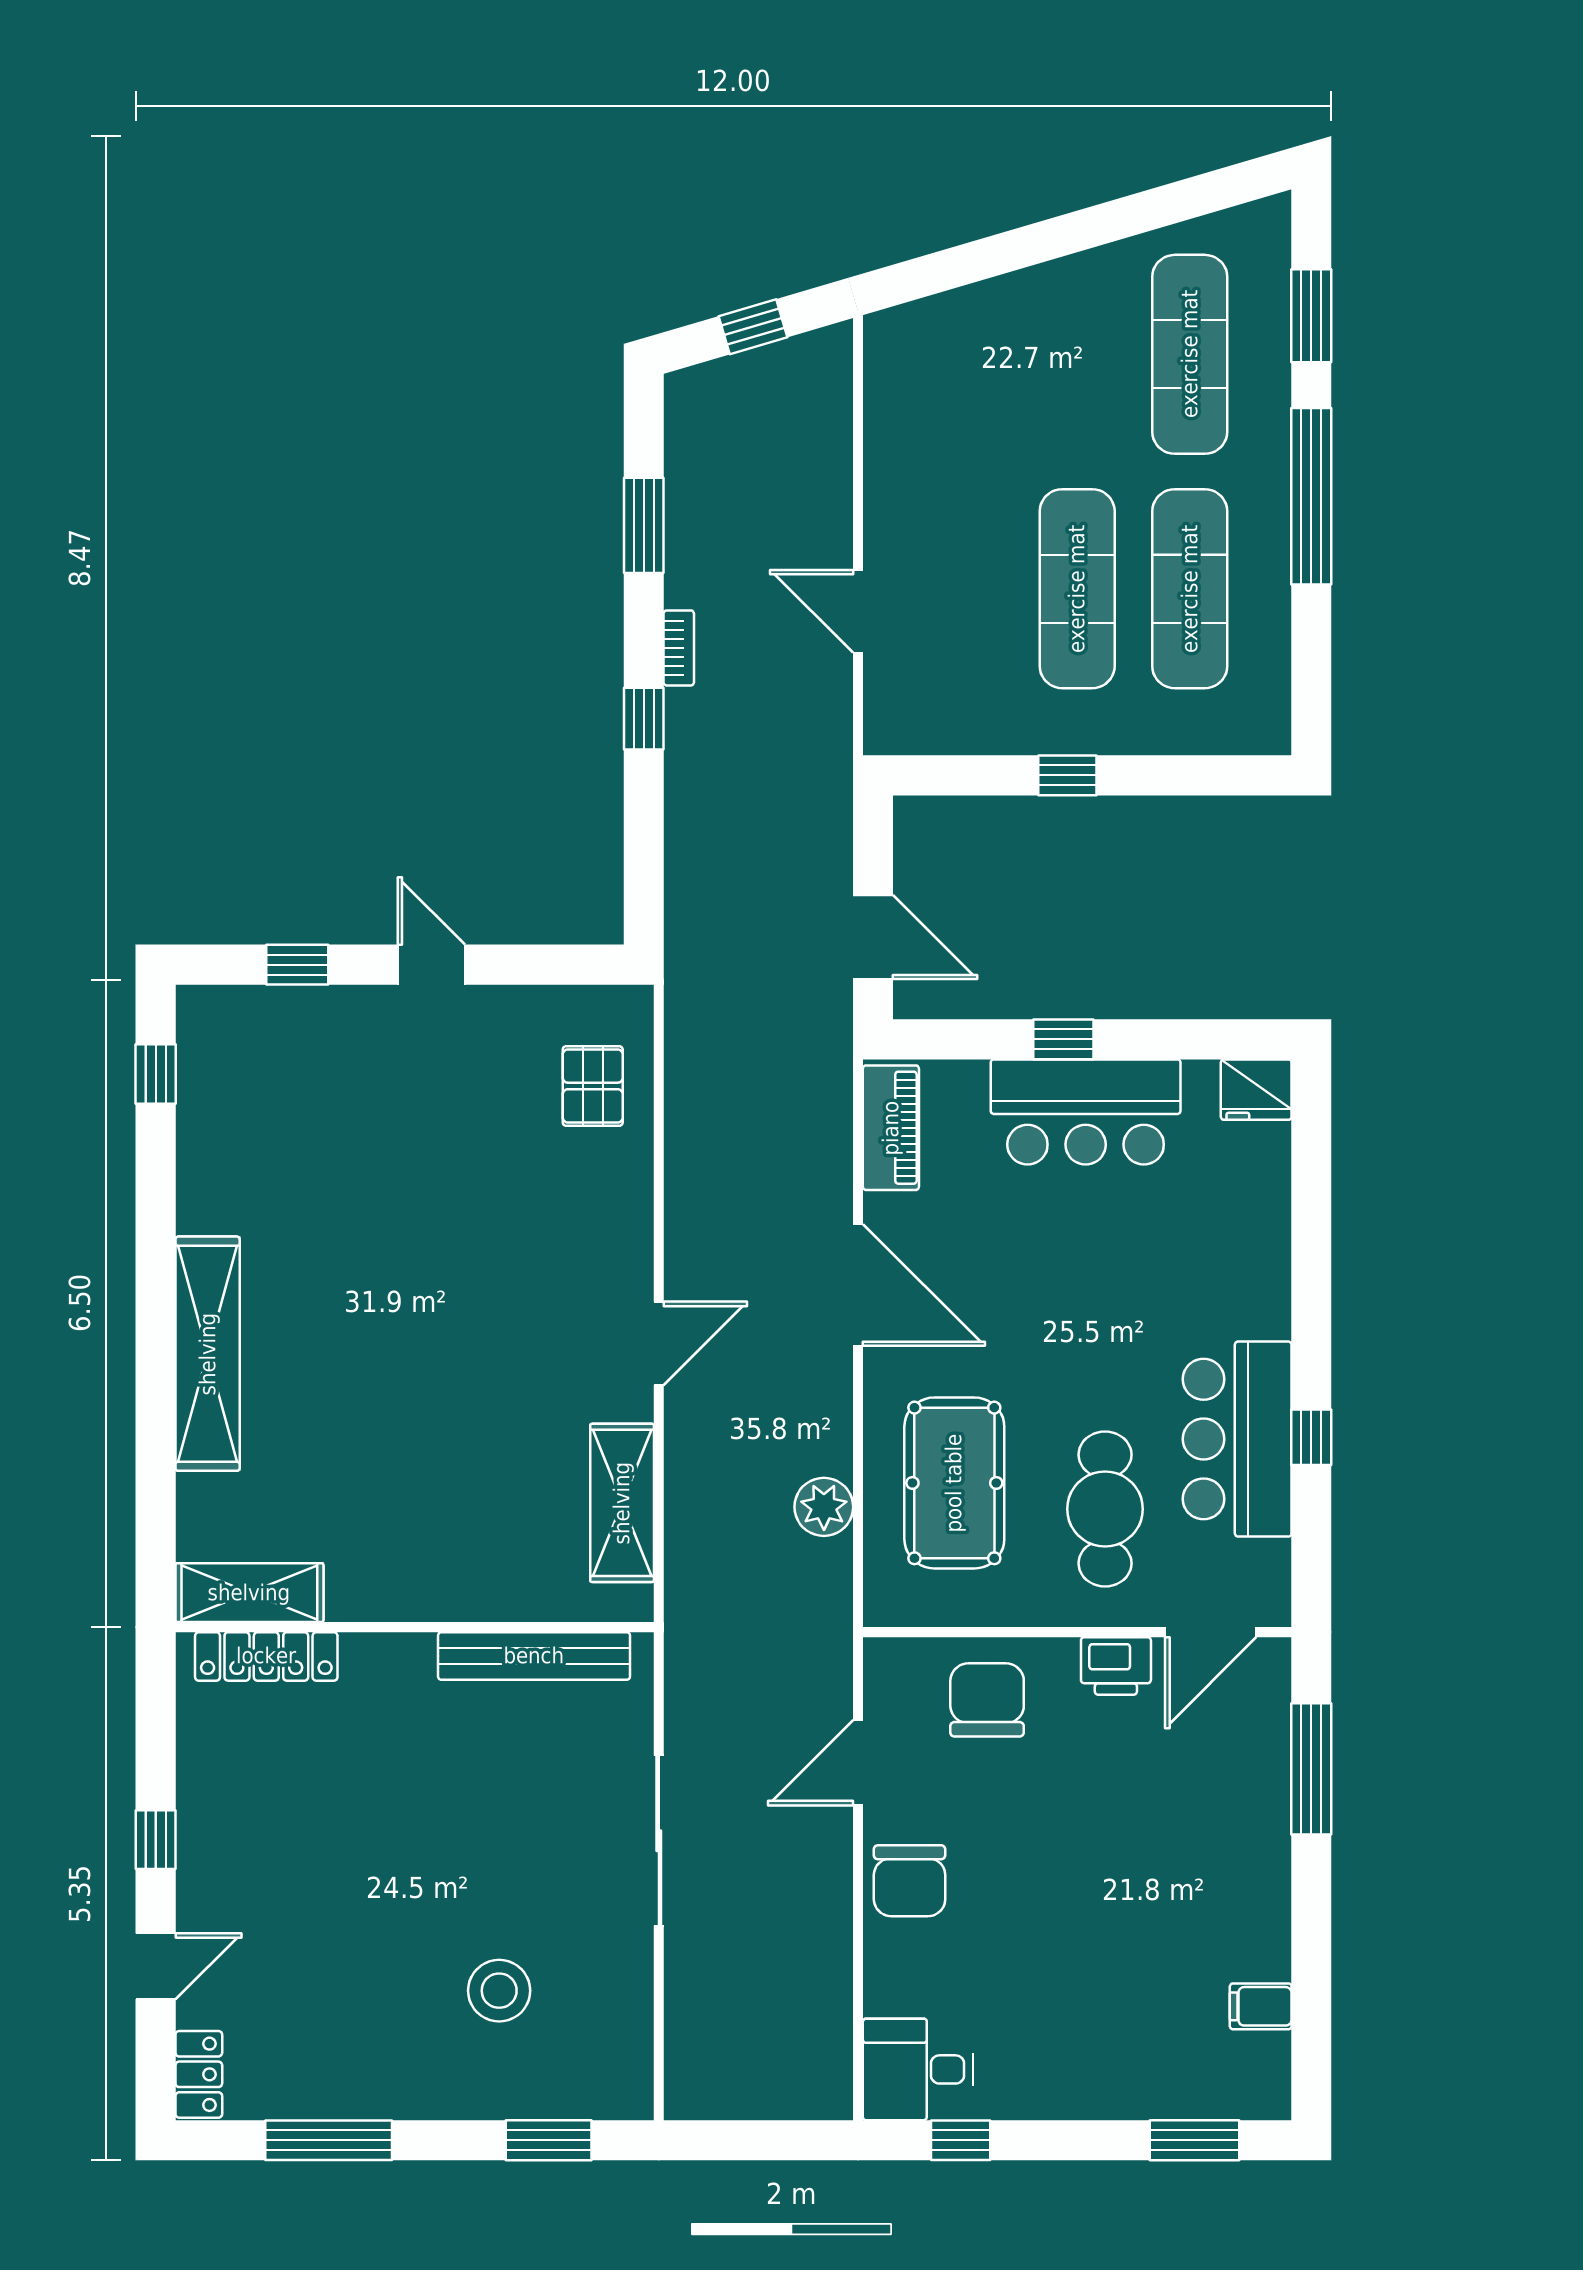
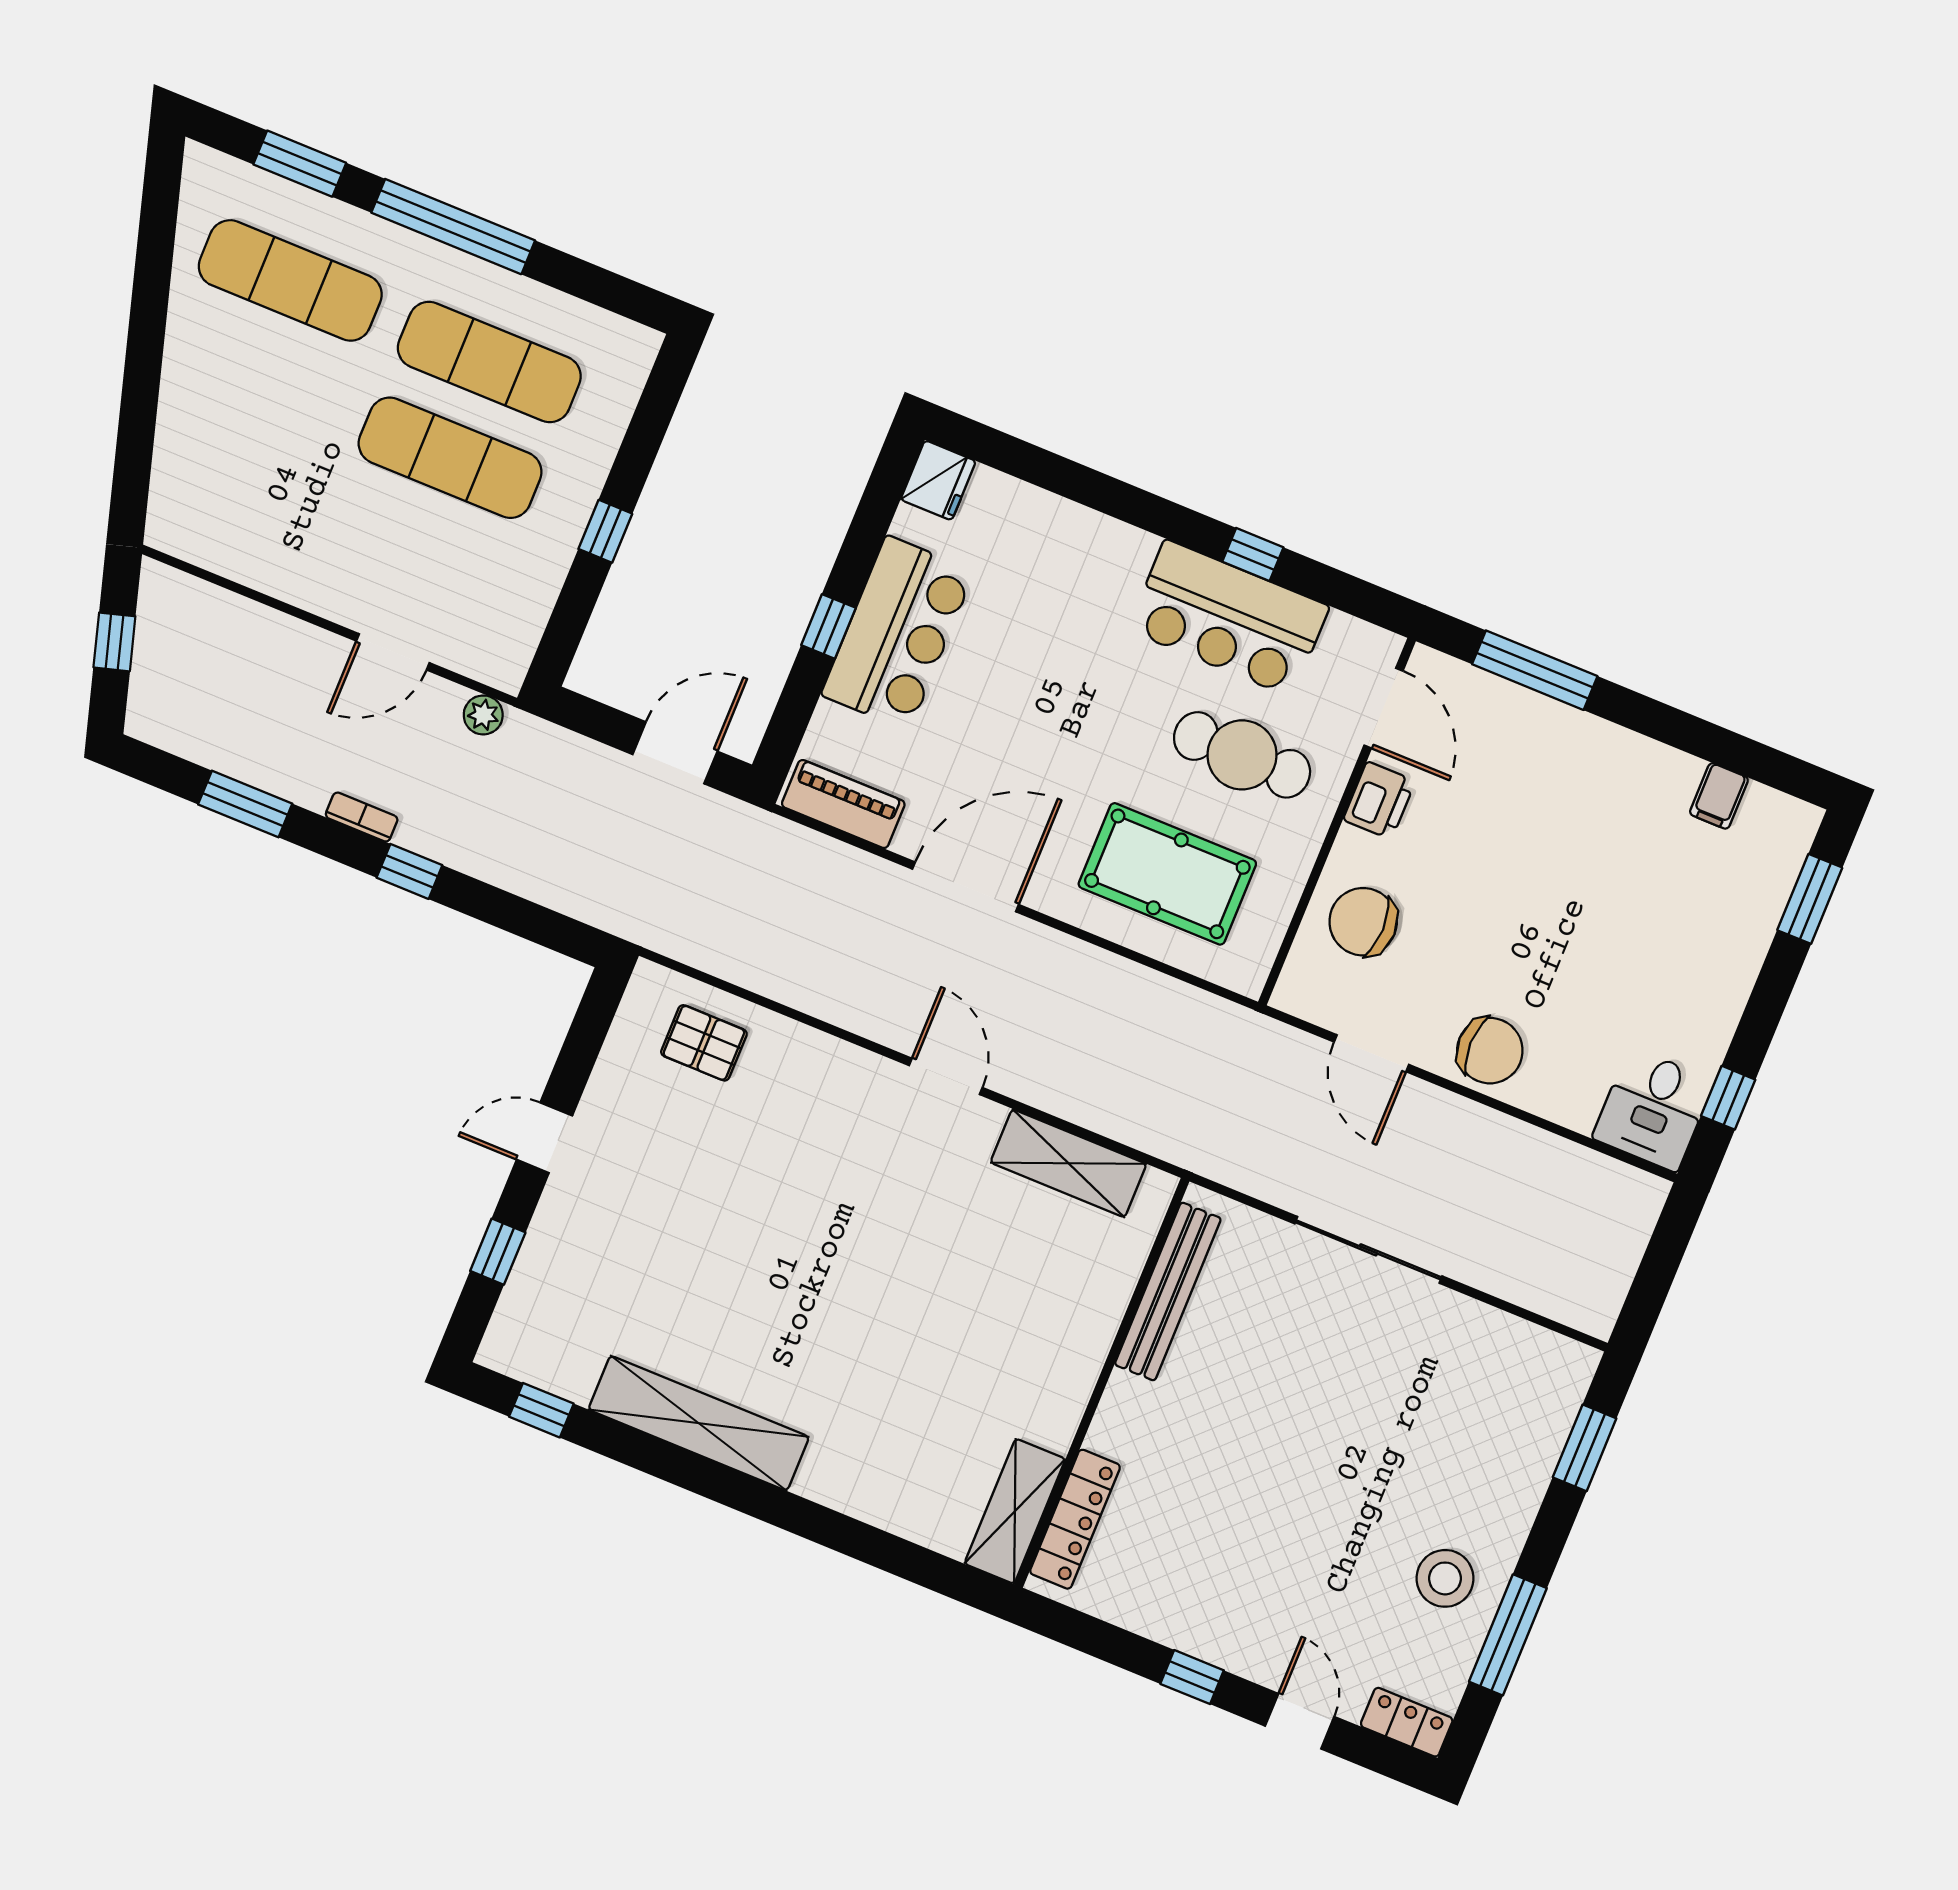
shelving: (208, 1354) -> (699, 1423), moved
plant: (824, 1507) -> (483, 715), moved, width x0.73, depth x0.73
stool: (499, 1991) -> (1445, 1578), moved

